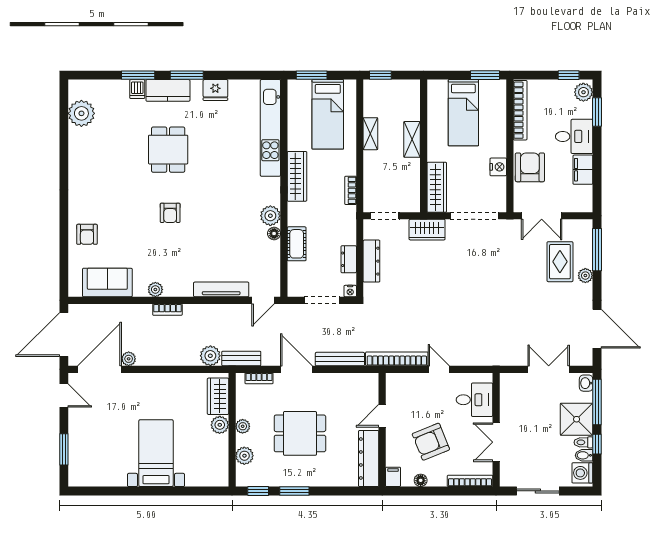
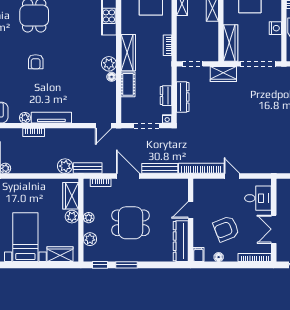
wardrobe: (297, 176) -> (128, 53), moved
tv unit: (221, 289) -> (51, 118), moved
wardrobe: (203, 476) -> (60, 254), added

